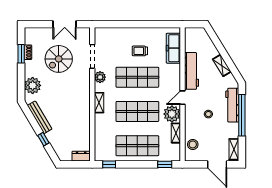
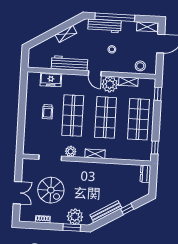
double door: (65, 24) -> (17, 193), moved
freezer: (173, 48) -> (51, 80), width x0.71
window: (21, 54) -> (72, 227), moved

